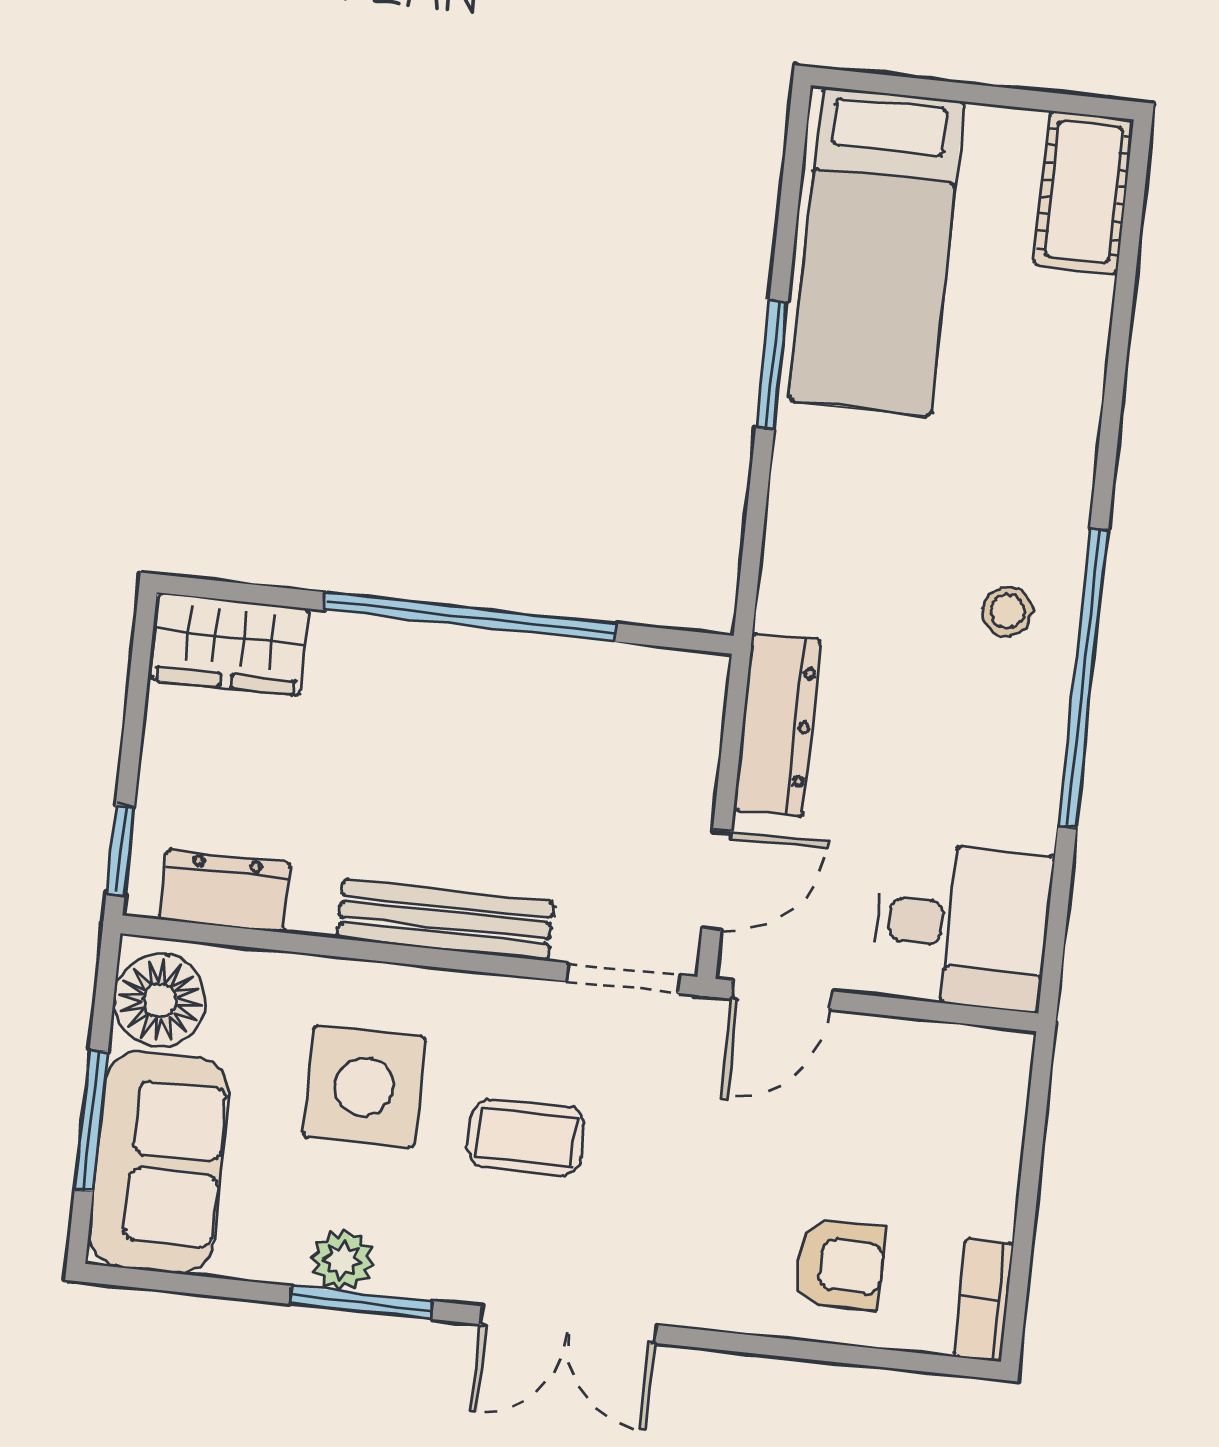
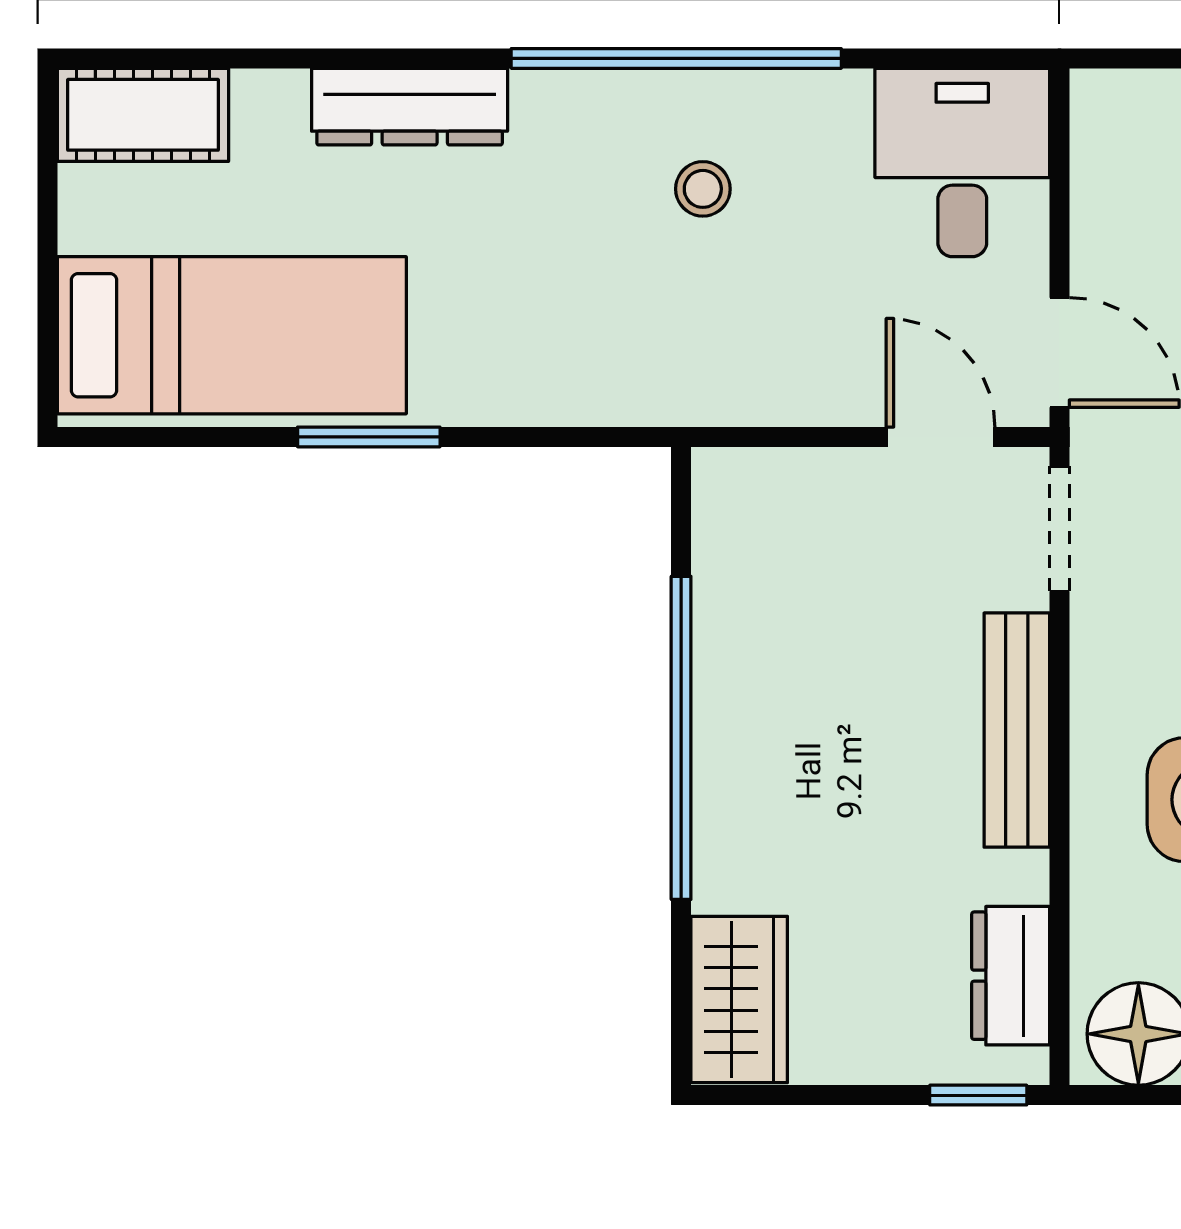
stool: (1007, 611) -> (703, 189), moved
dresser: (777, 725) -> (410, 107), moved, turned 180

